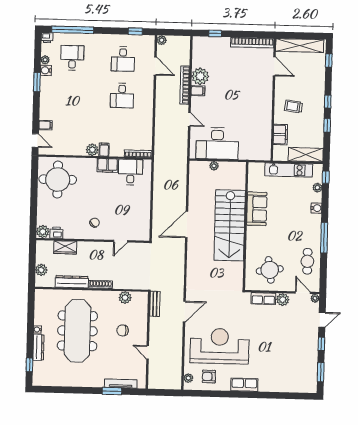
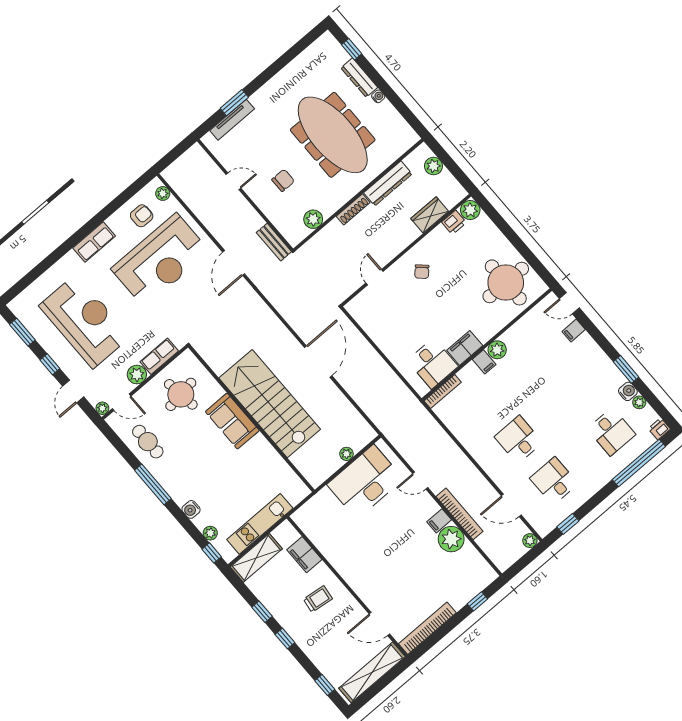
sofa: (257, 209) -> (232, 421), moved
reception desk: (285, 350) -> (85, 321), added

